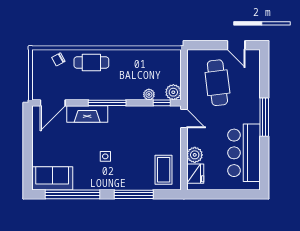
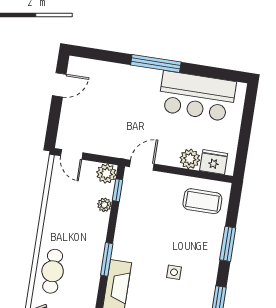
door: (184, 63) -> (72, 154), added
cafe table: (217, 83) -> (103, 116), removed
window: (107, 103) -> (107, 259), width x0.69
window: (134, 194) -> (228, 244), width x0.69

